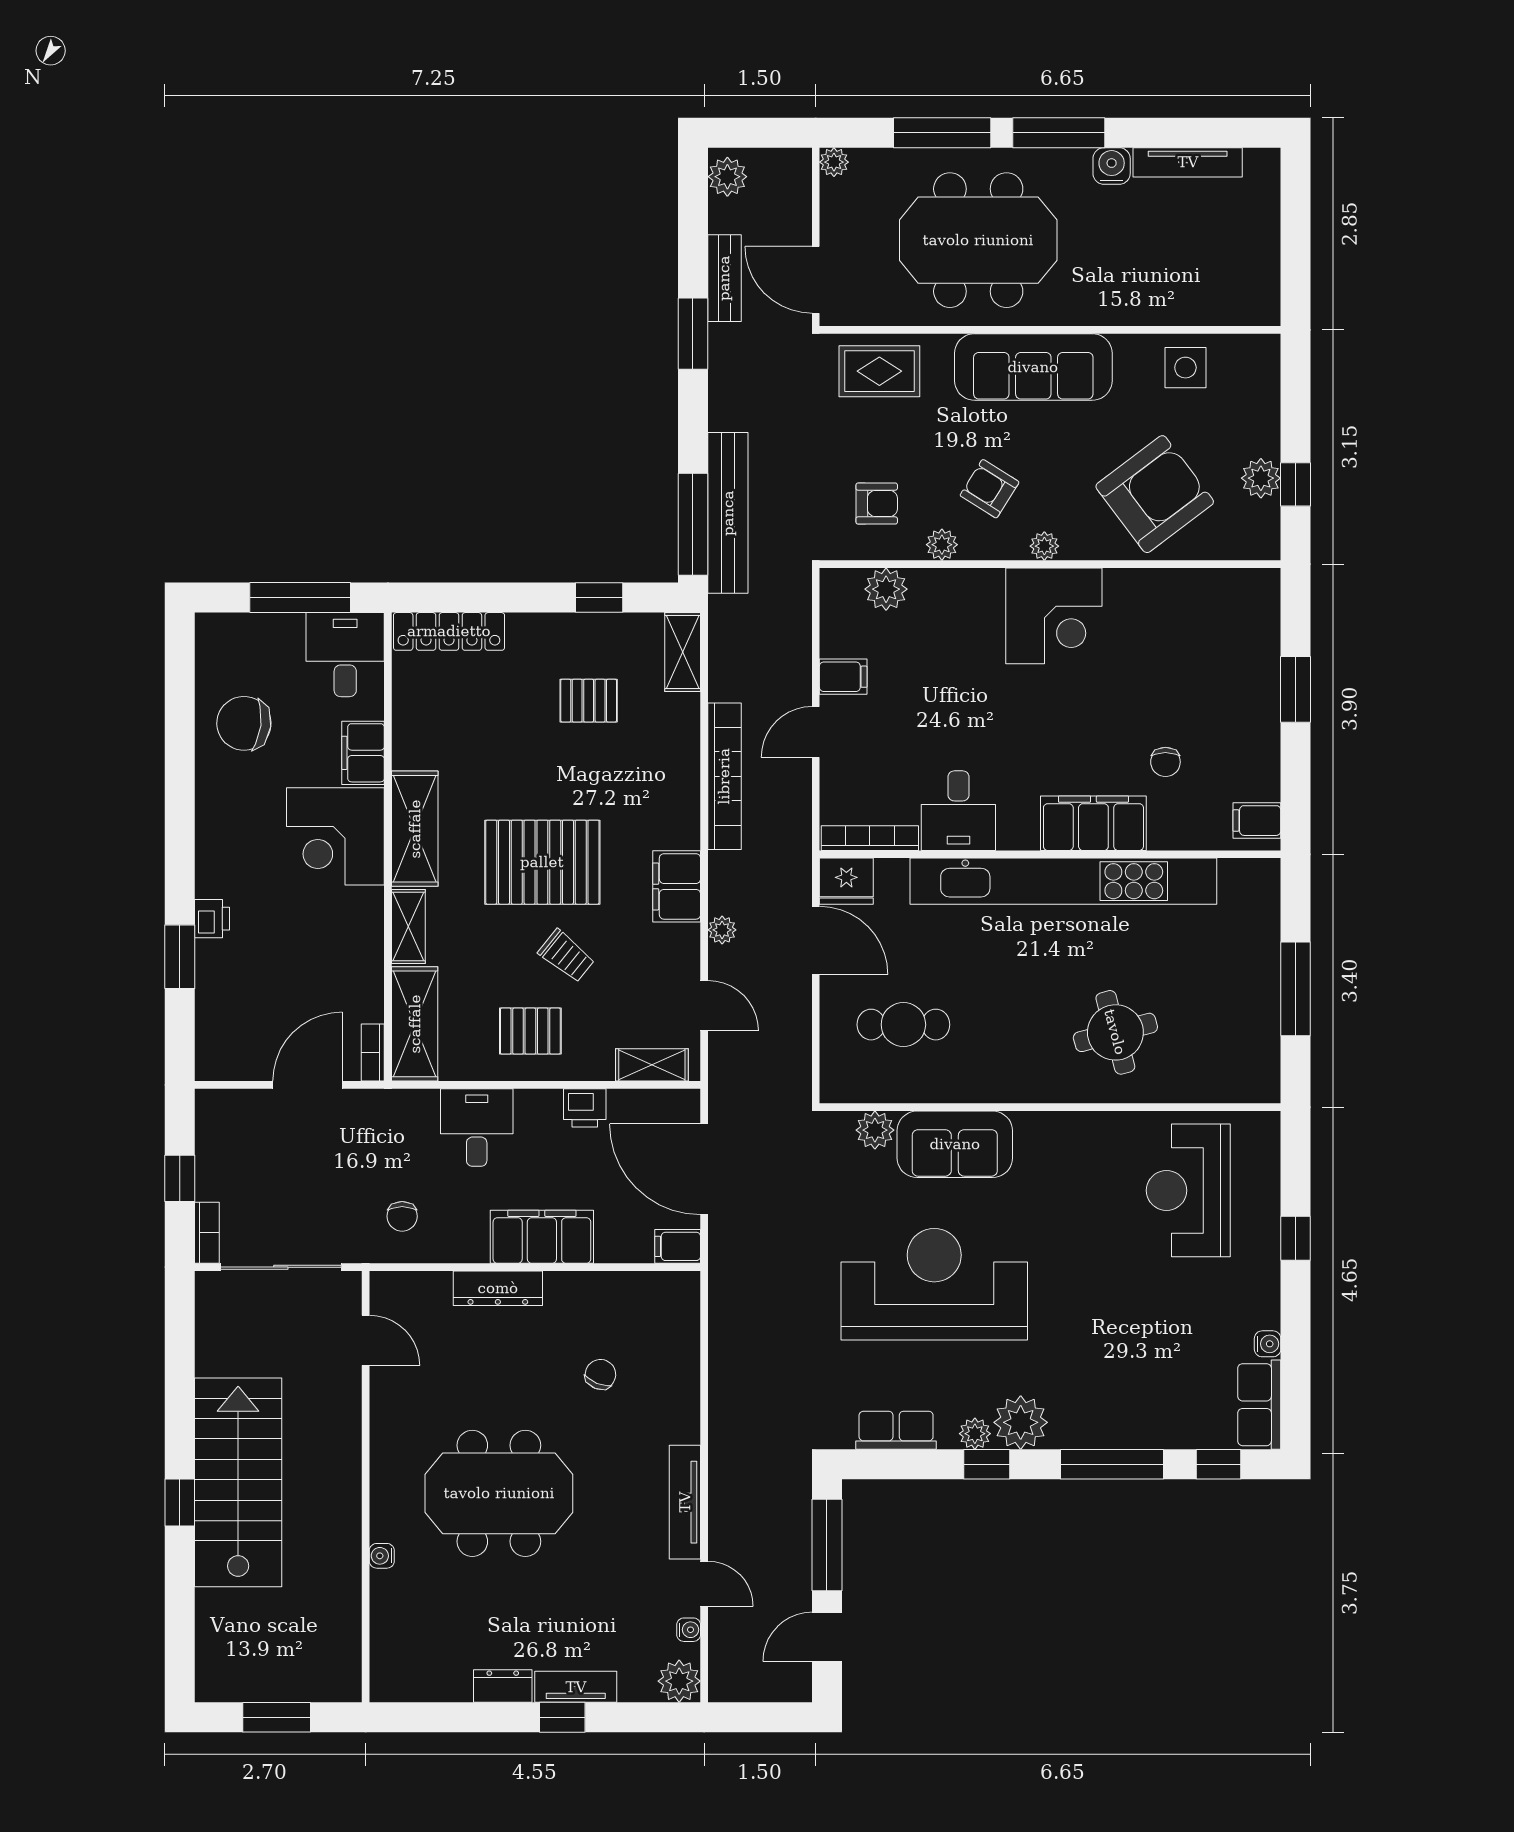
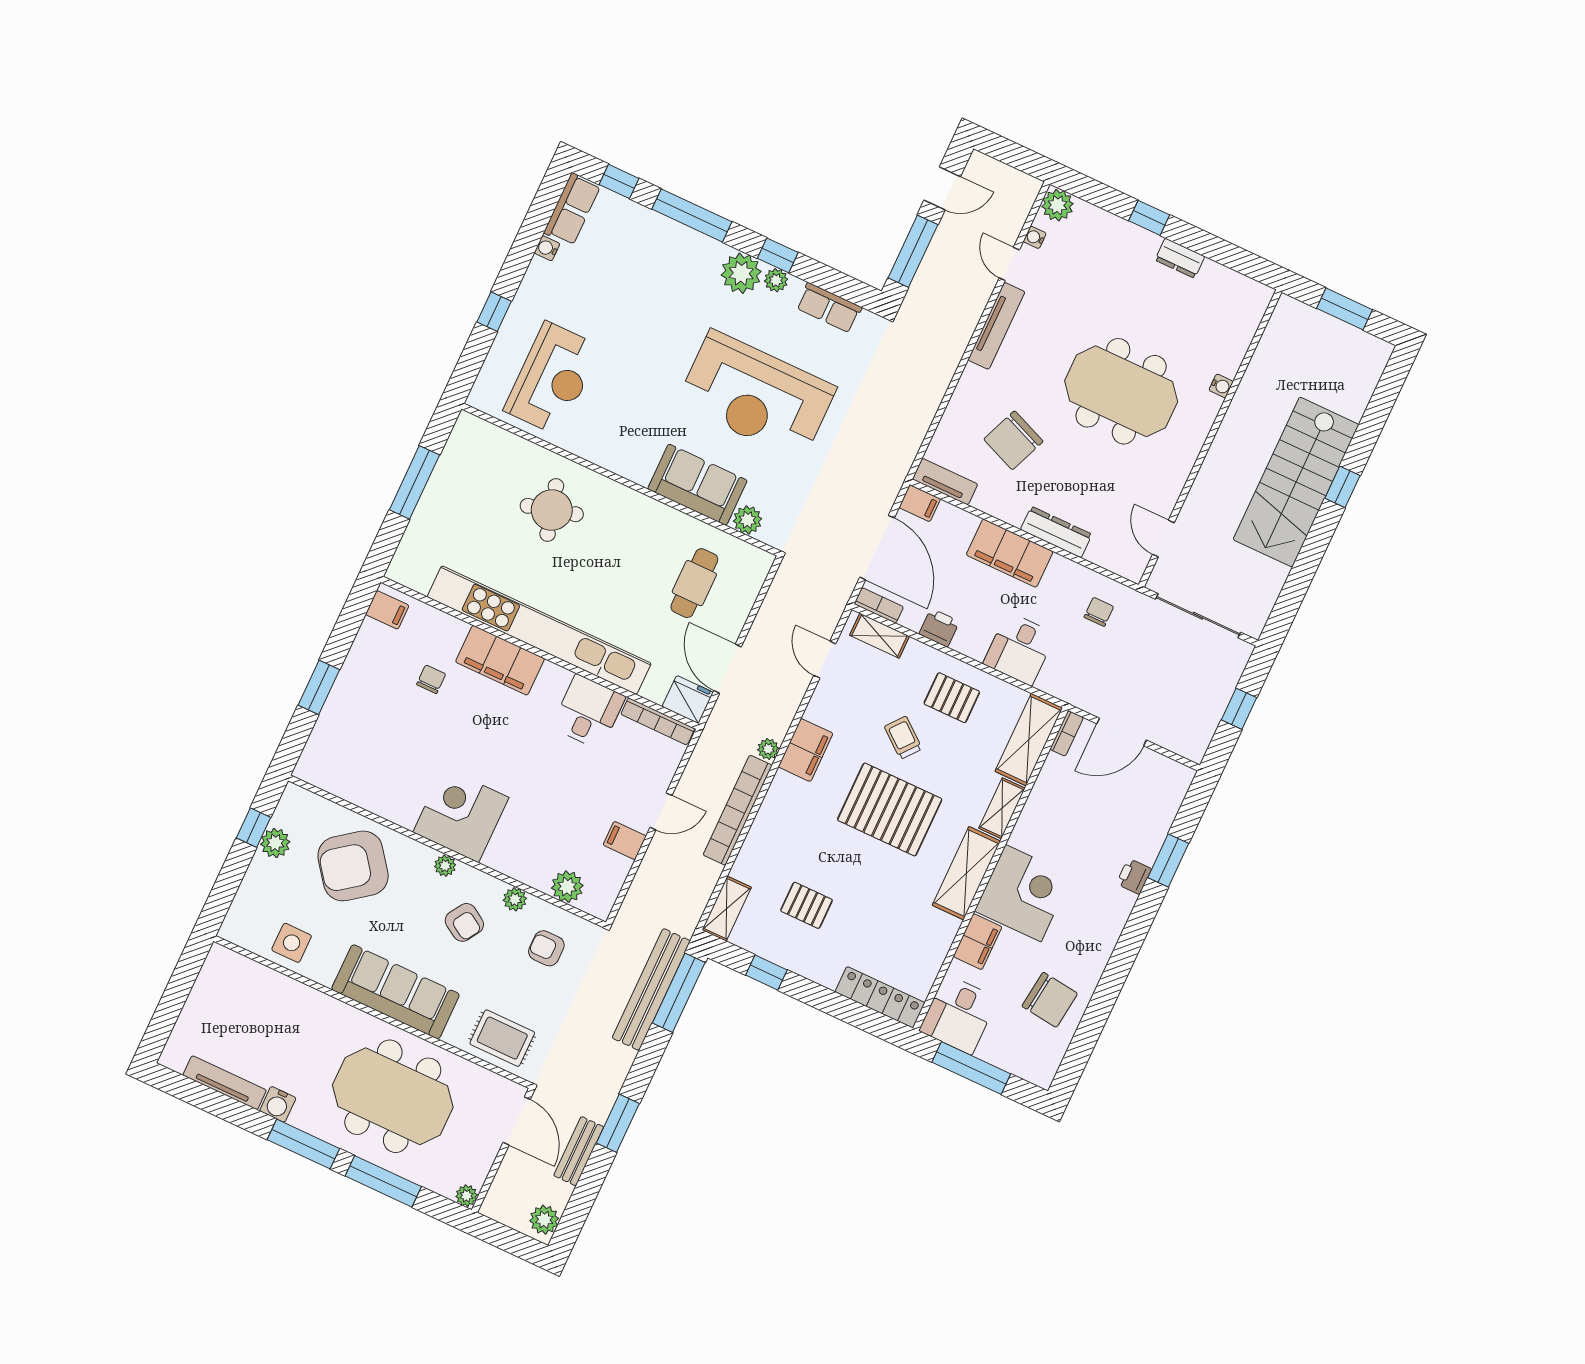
plant: (722, 930) -> (768, 749), moved
cafe table: (903, 1025) -> (694, 583), turned 90
bookcase: (207, 1233) -> (879, 605), moved, turned 90
chair: (600, 1374) -> (1013, 440), width x1.87, depth x1.87
tv unit: (576, 1687) -> (945, 482), moved, turned 180

